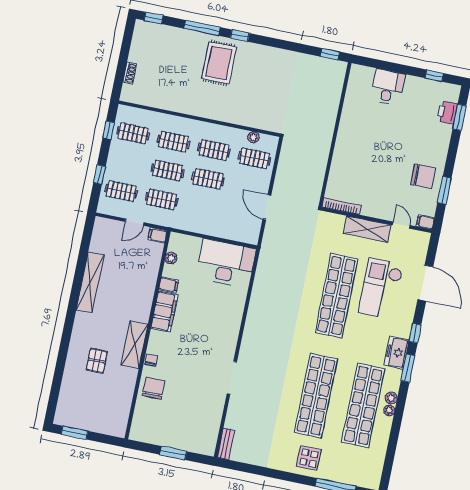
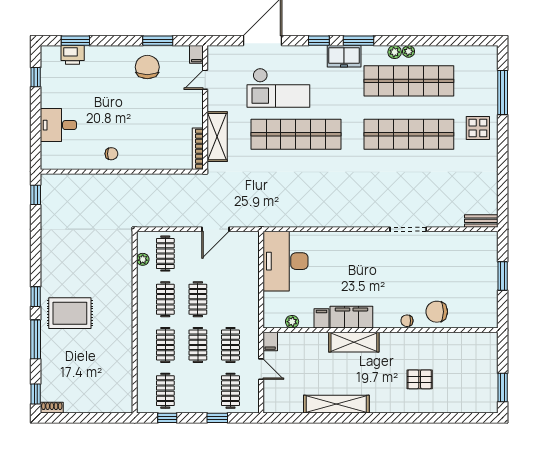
shoe rack: (130, 73) -> (52, 408), moved
chair: (353, 129) -> (111, 154), added
shelving: (367, 229) -> (217, 137), moved
shelving: (135, 344) -> (354, 342), moved

